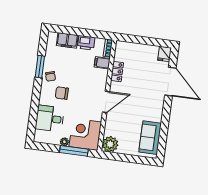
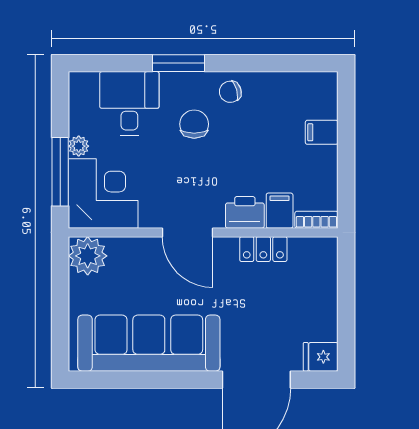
filing cabinet: (67, 40) -> (322, 132), width x0.50
printer: (86, 43) -> (245, 212), moved, turned 90
window: (40, 67) -> (178, 63), moved
sofa: (150, 138) -> (149, 343), width x1.85, depth x1.27

